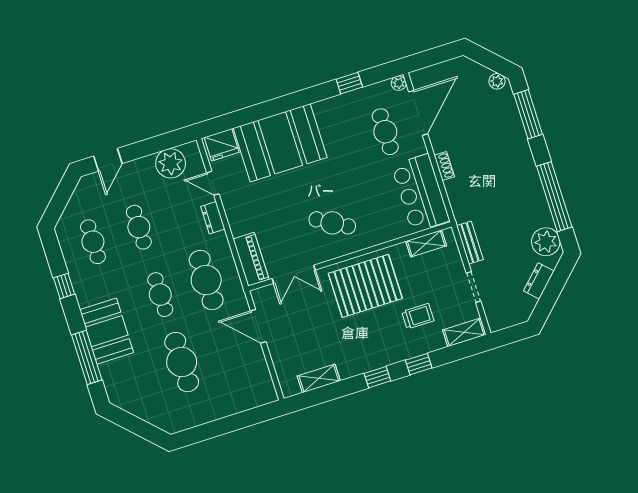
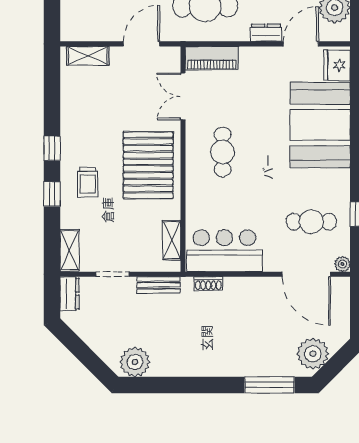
plant: (497, 81) -> (313, 354), width x1.87, depth x1.87
cafe table: (385, 132) -> (311, 222), moved
shoe rack: (444, 166) -> (208, 284), moved
door: (213, 183) -> (301, 44), width x1.38
window: (554, 197) -> (178, 385), removed
cafe table: (332, 223) -> (222, 152), turned -30
dresser: (539, 281) -> (70, 294), moved, turned 45
trolley: (418, 316) -> (88, 182), moved
shelving: (319, 378) -> (88, 56), moved, turned 90

